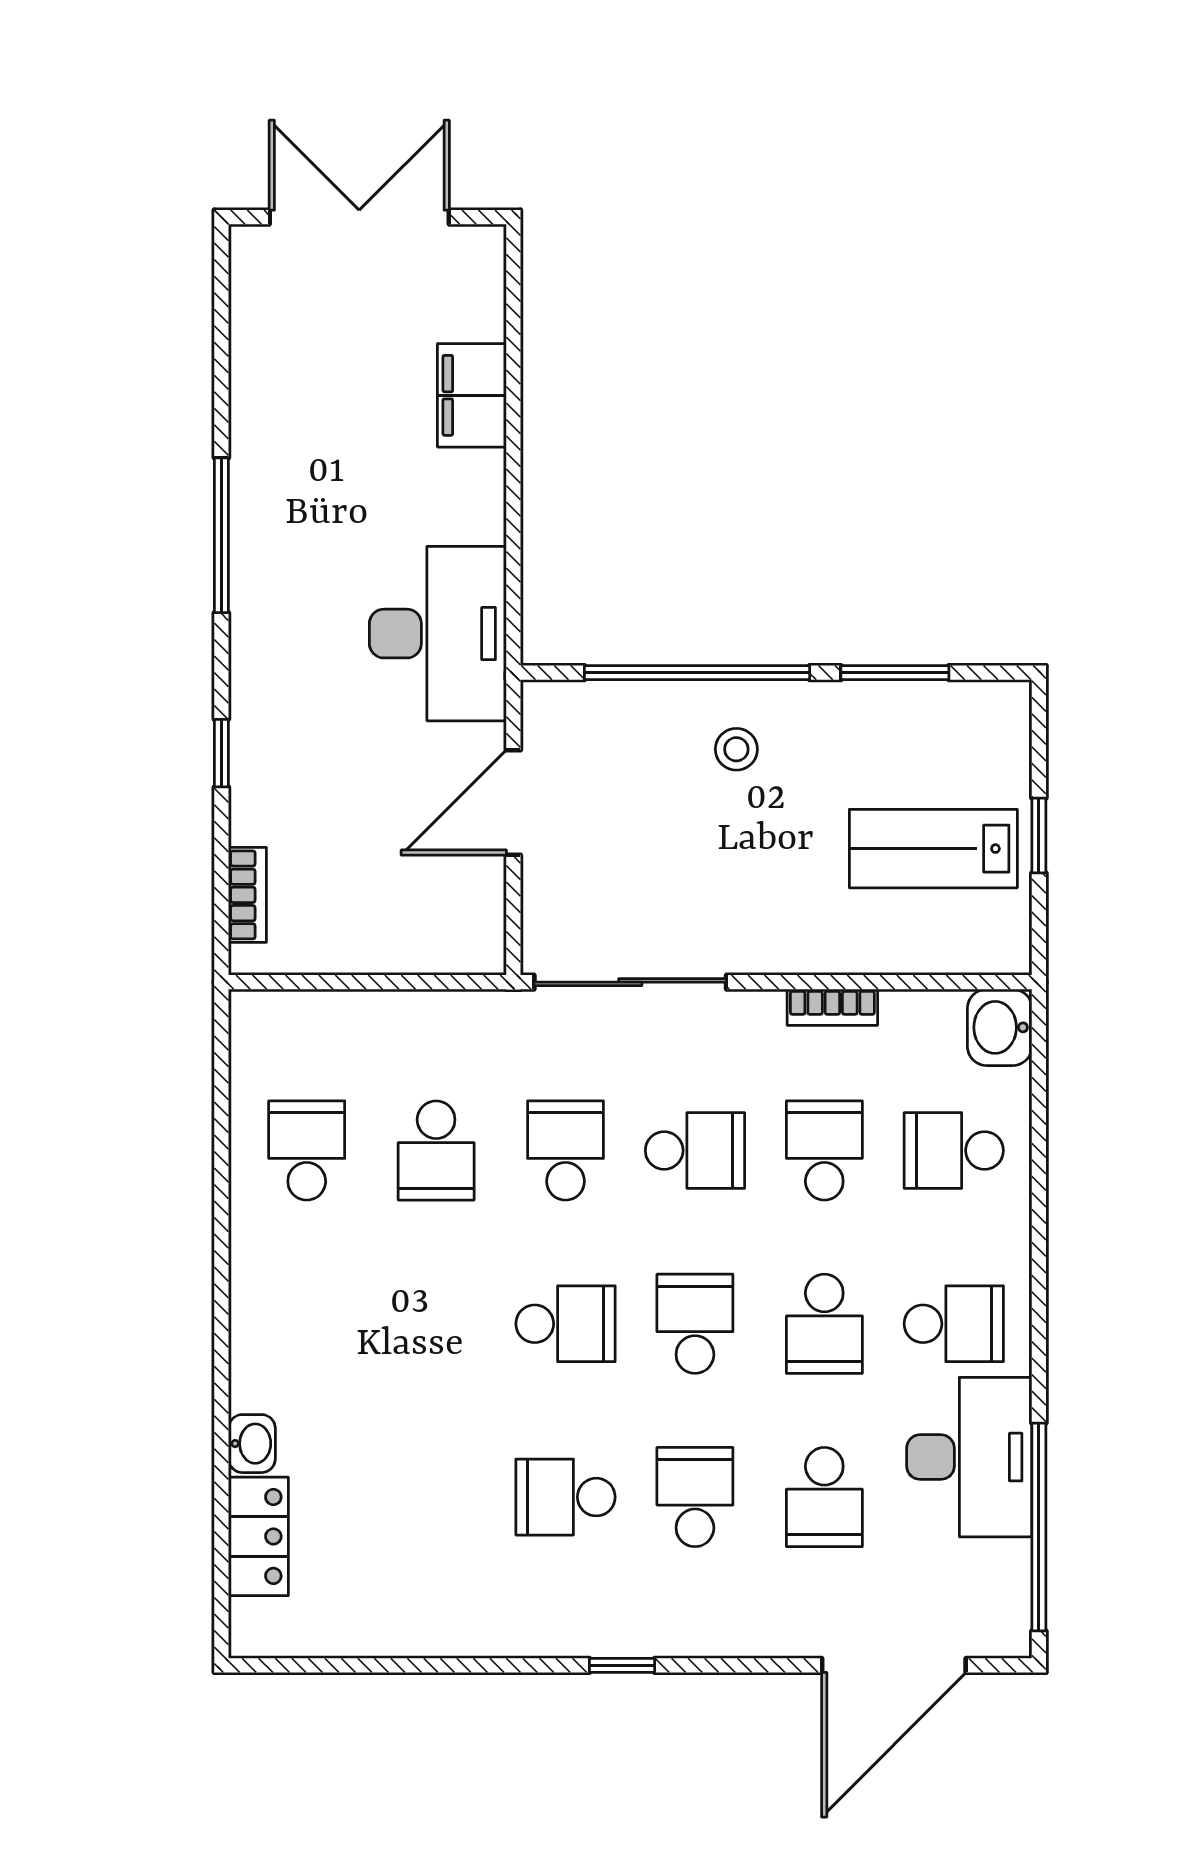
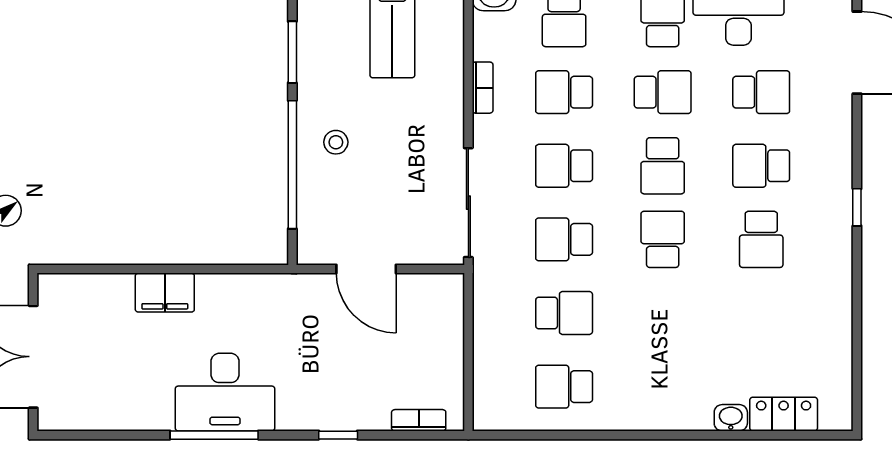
filing cabinet: (472, 395) -> (165, 293), moved
desk: (438, 634) -> (225, 392), moved, turned 180
school desk: (695, 1150) -> (564, 166), turned -90
school desk: (695, 1324) -> (663, 166), turned -90

